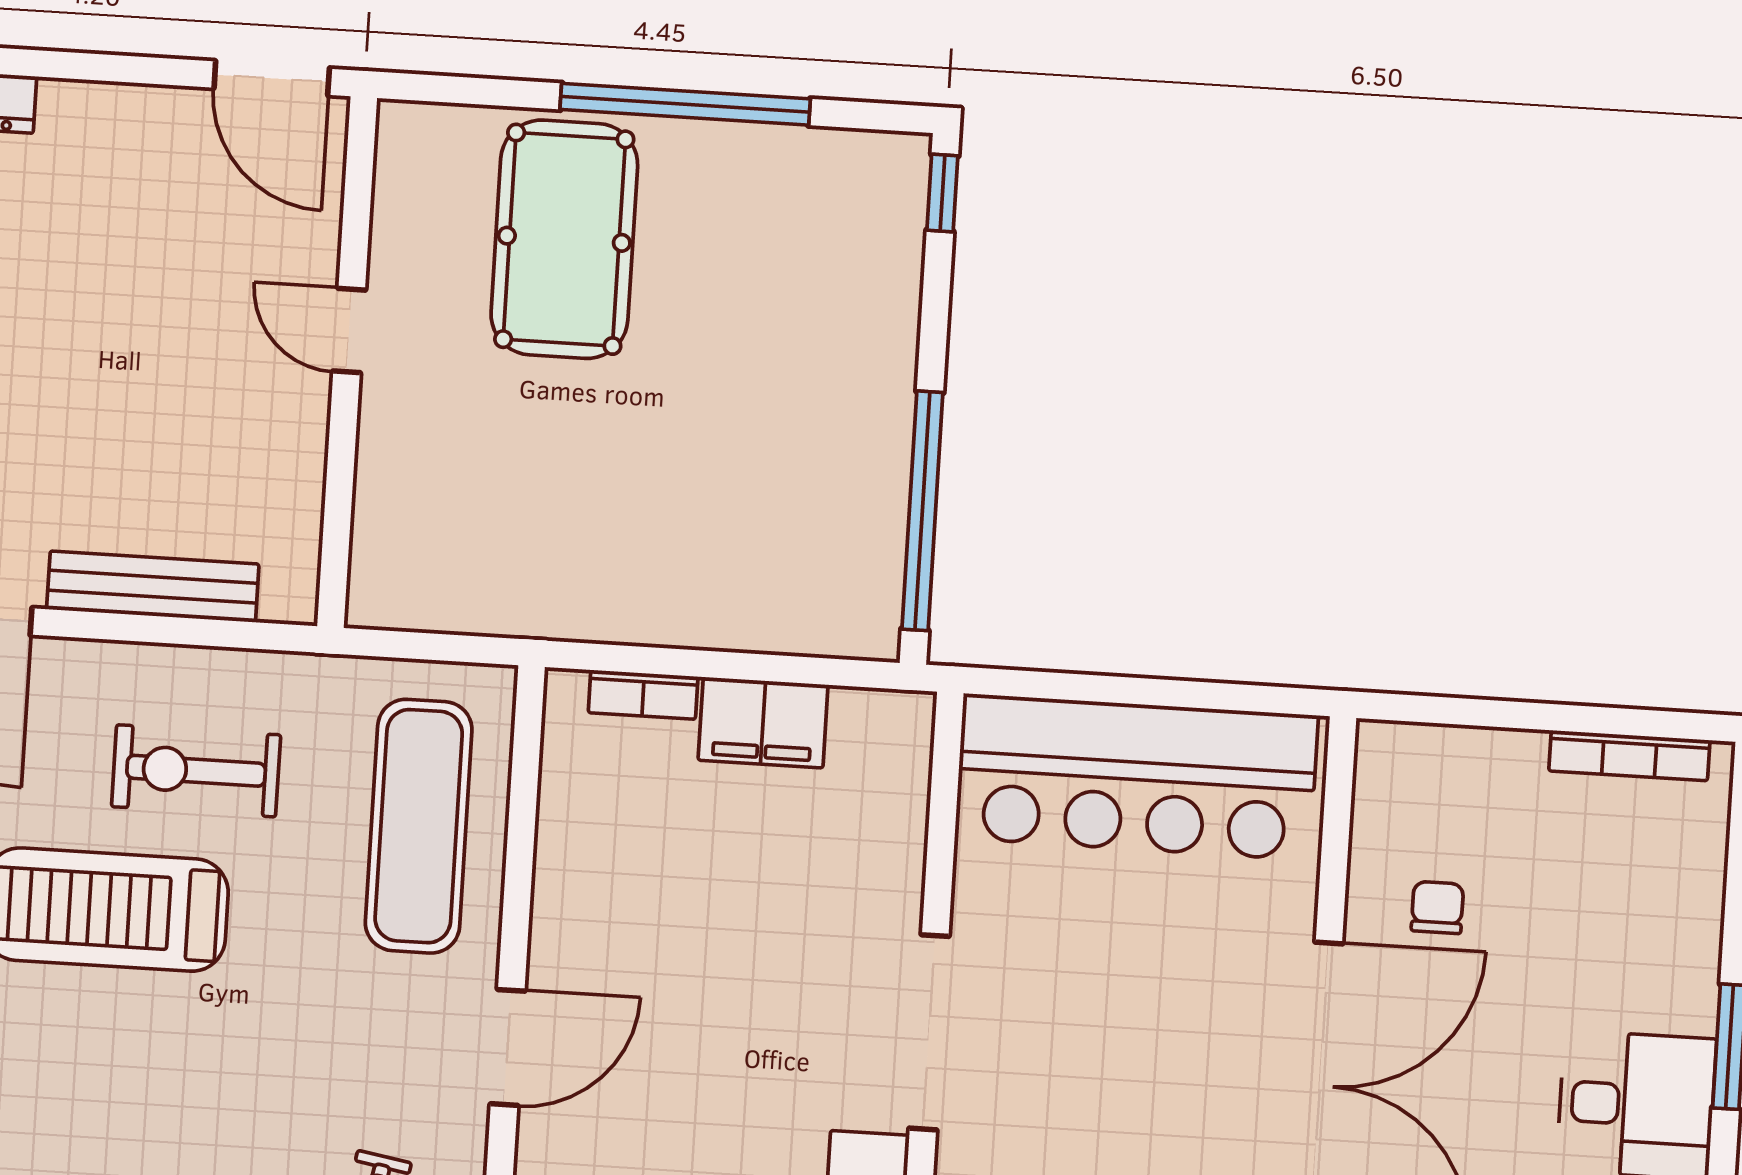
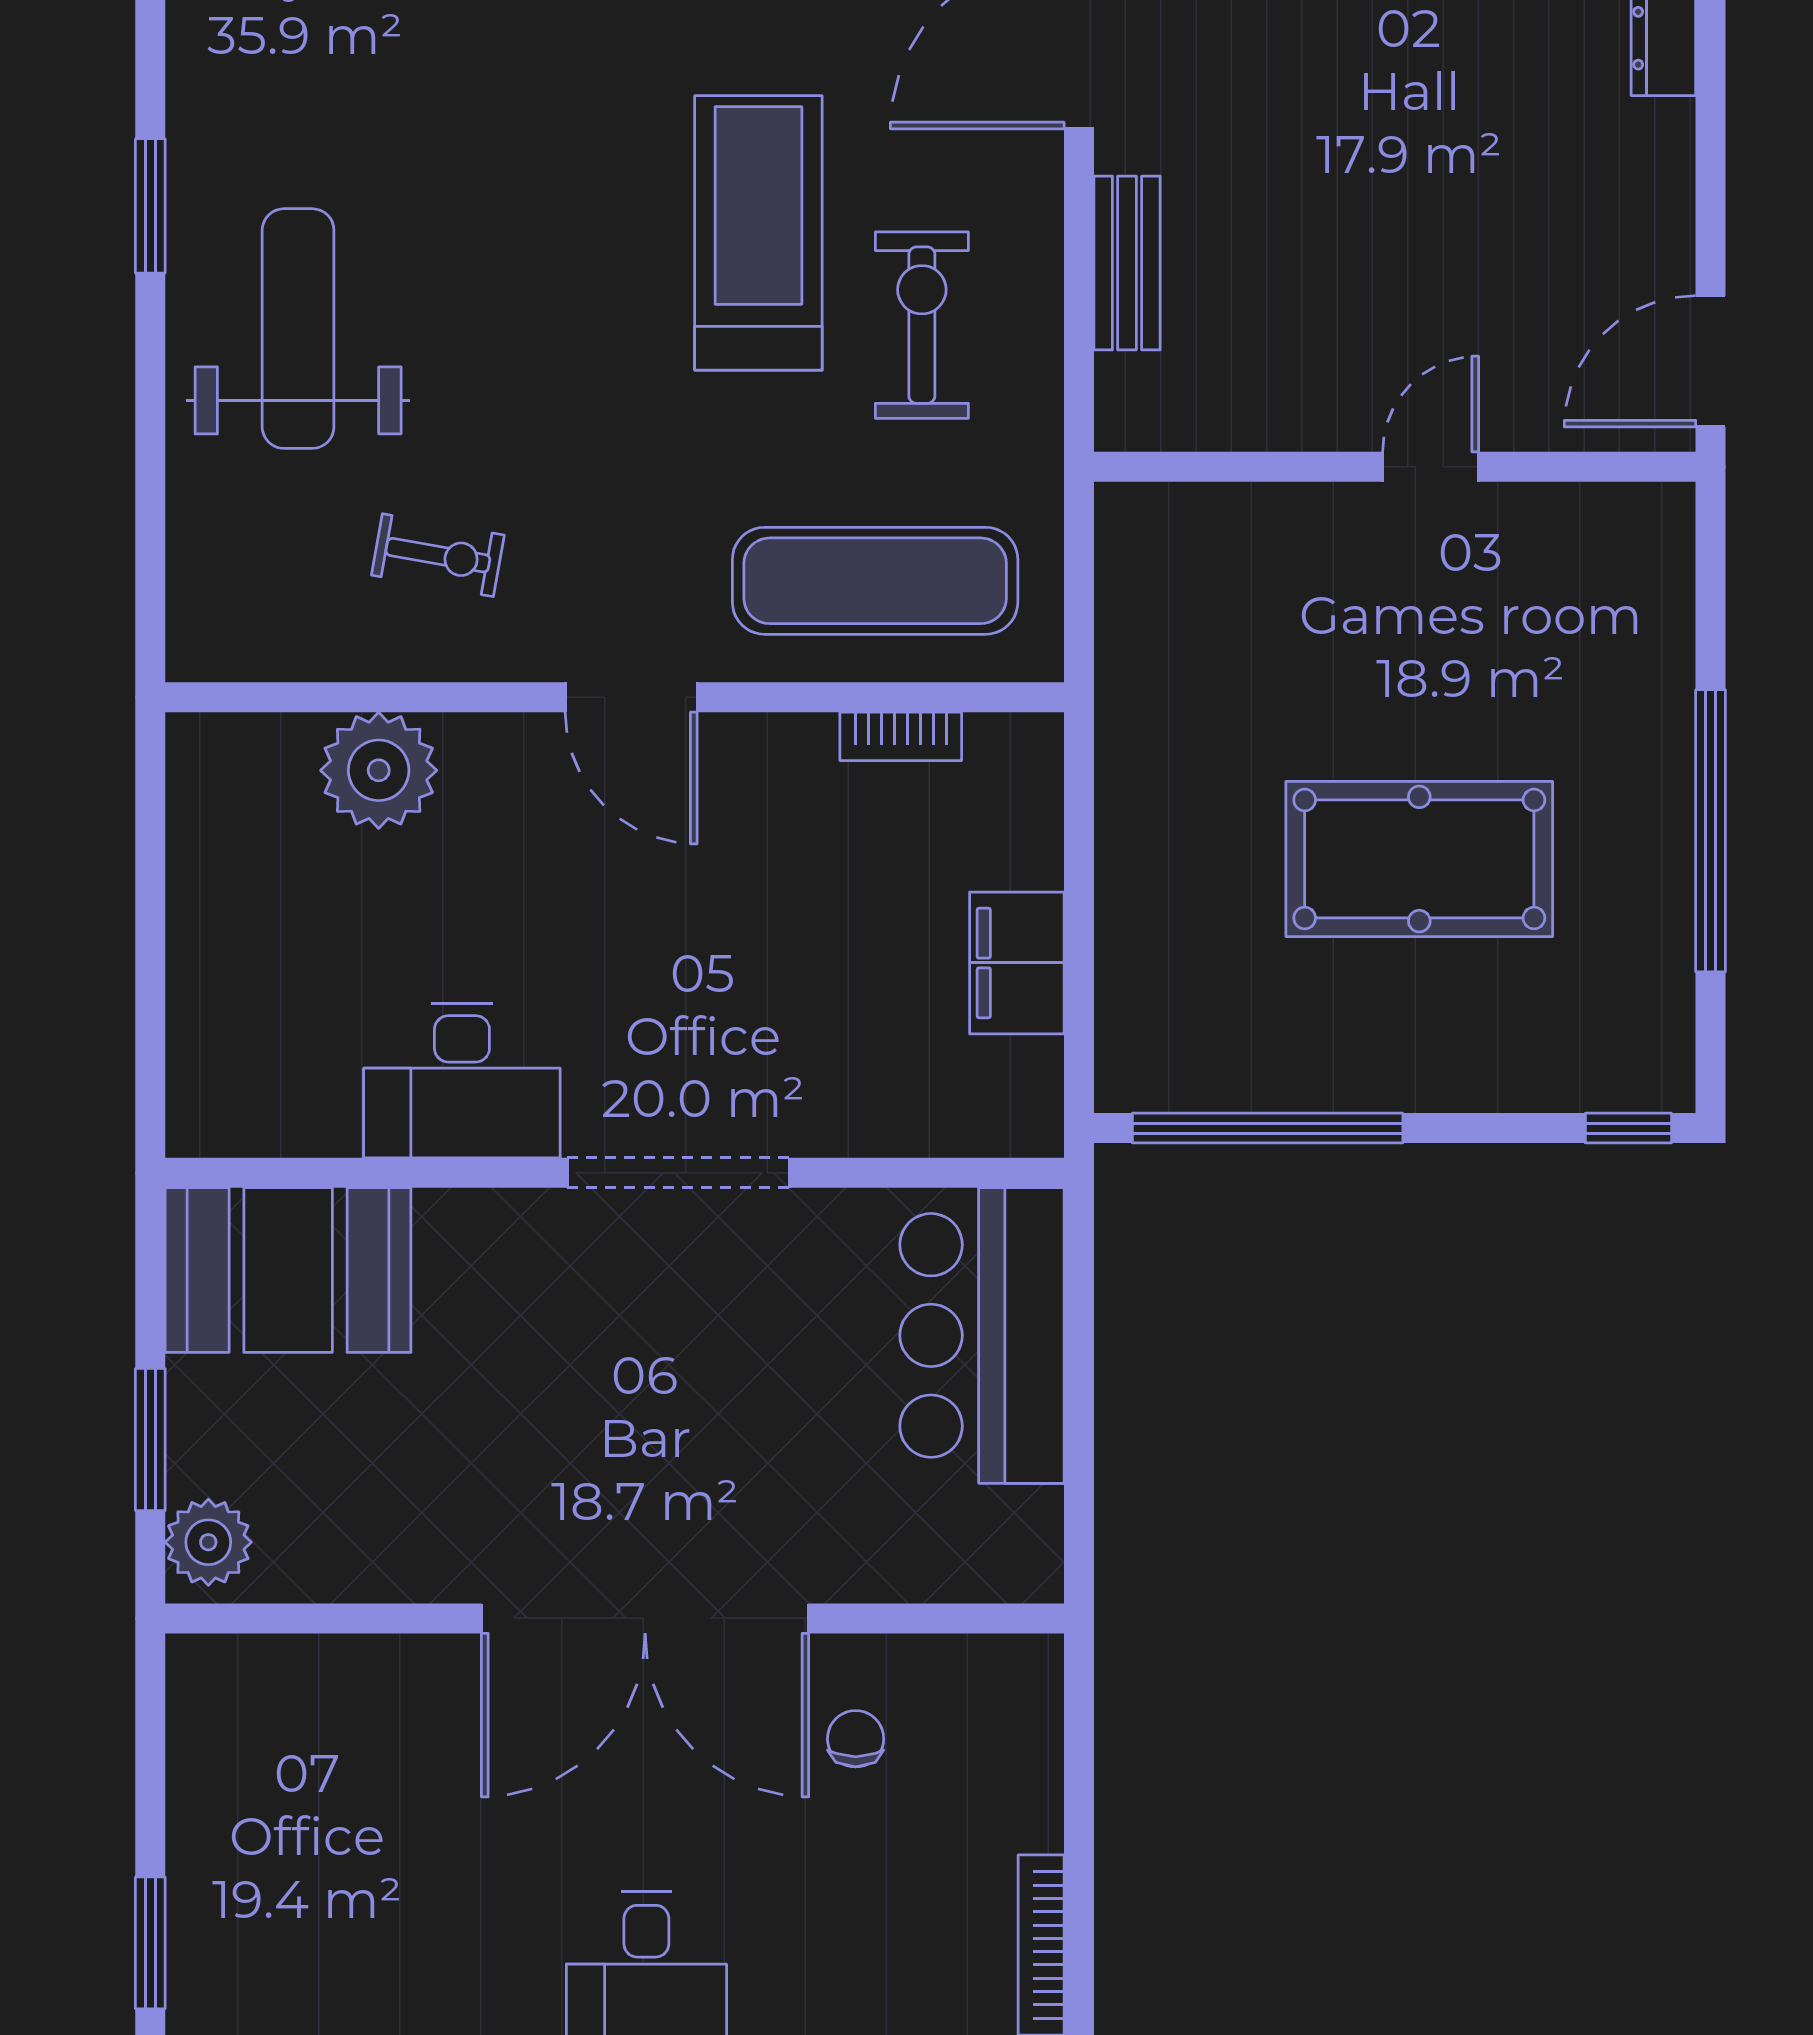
pool table: (564, 239) -> (1419, 859), moved
bench: (153, 587) -> (1127, 263), width x0.73
bookcase: (643, 695) -> (901, 736), moved, turned -90
bar counter: (1137, 777) -> (982, 1335), width x0.73
chair: (1437, 907) -> (856, 1739), turned -90

